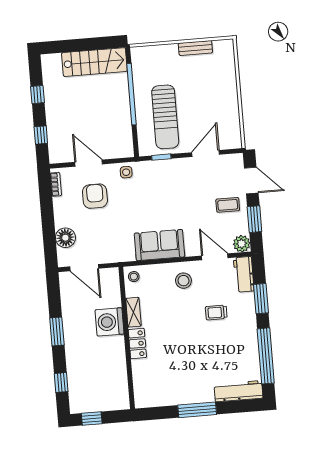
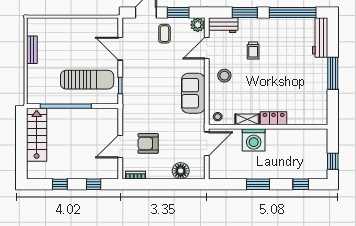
side table: (126, 172) -> (130, 116), removed
door: (84, 268) -> (207, 144), moved

